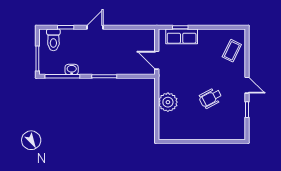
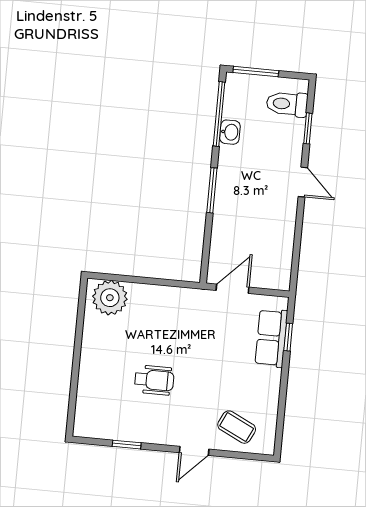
door: (247, 85) -> (194, 451), moved
wheelchair: (211, 98) -> (154, 380), turned 118
plant: (168, 102) -> (110, 298), moved

